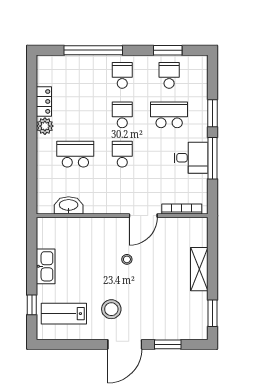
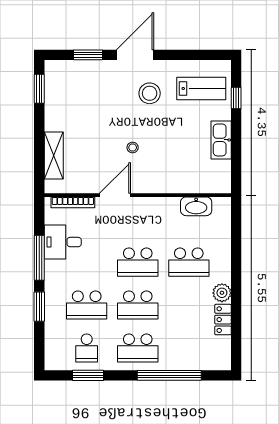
school desk: (122, 75) -> (138, 348), width x1.85
school desk: (122, 115) -> (138, 305), width x1.85
school desk: (122, 154) -> (138, 262), width x1.85
desk: (191, 158) -> (63, 242), moved
shelving: (199, 269) -> (54, 156), moved

